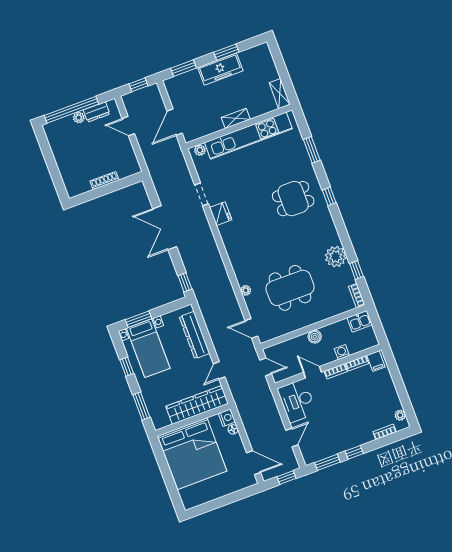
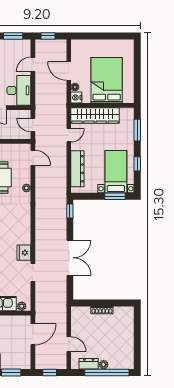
bed: (192, 454) -> (107, 80), width x0.73
door: (253, 463) -> (69, 71), moved

